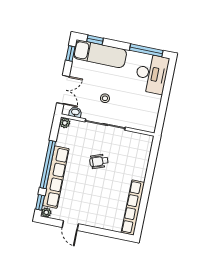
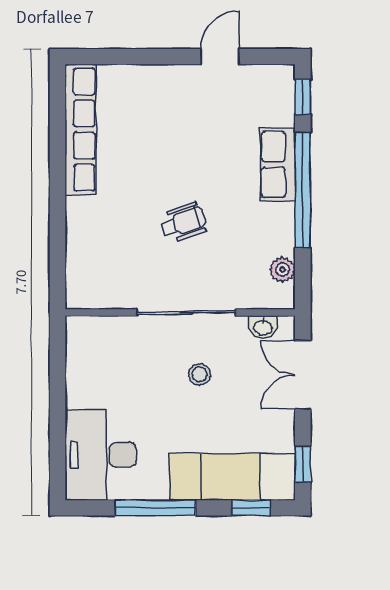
window: (146, 50) -> (155, 508), moved
plant: (65, 123) -> (283, 270), moved
row of seats: (56, 177) -> (278, 164), width x0.50
plant: (46, 212) -> (283, 76), removed
door: (70, 226) -> (220, 57), hinge flipped

